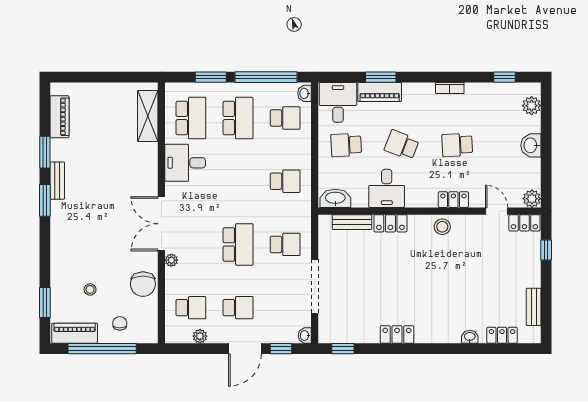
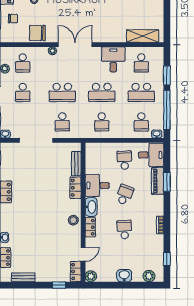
school desk: (191, 118) -> (141, 63), width x0.54
school desk: (238, 181) -> (102, 92), added
washbasin: (335, 198) -> (91, 207), moved

